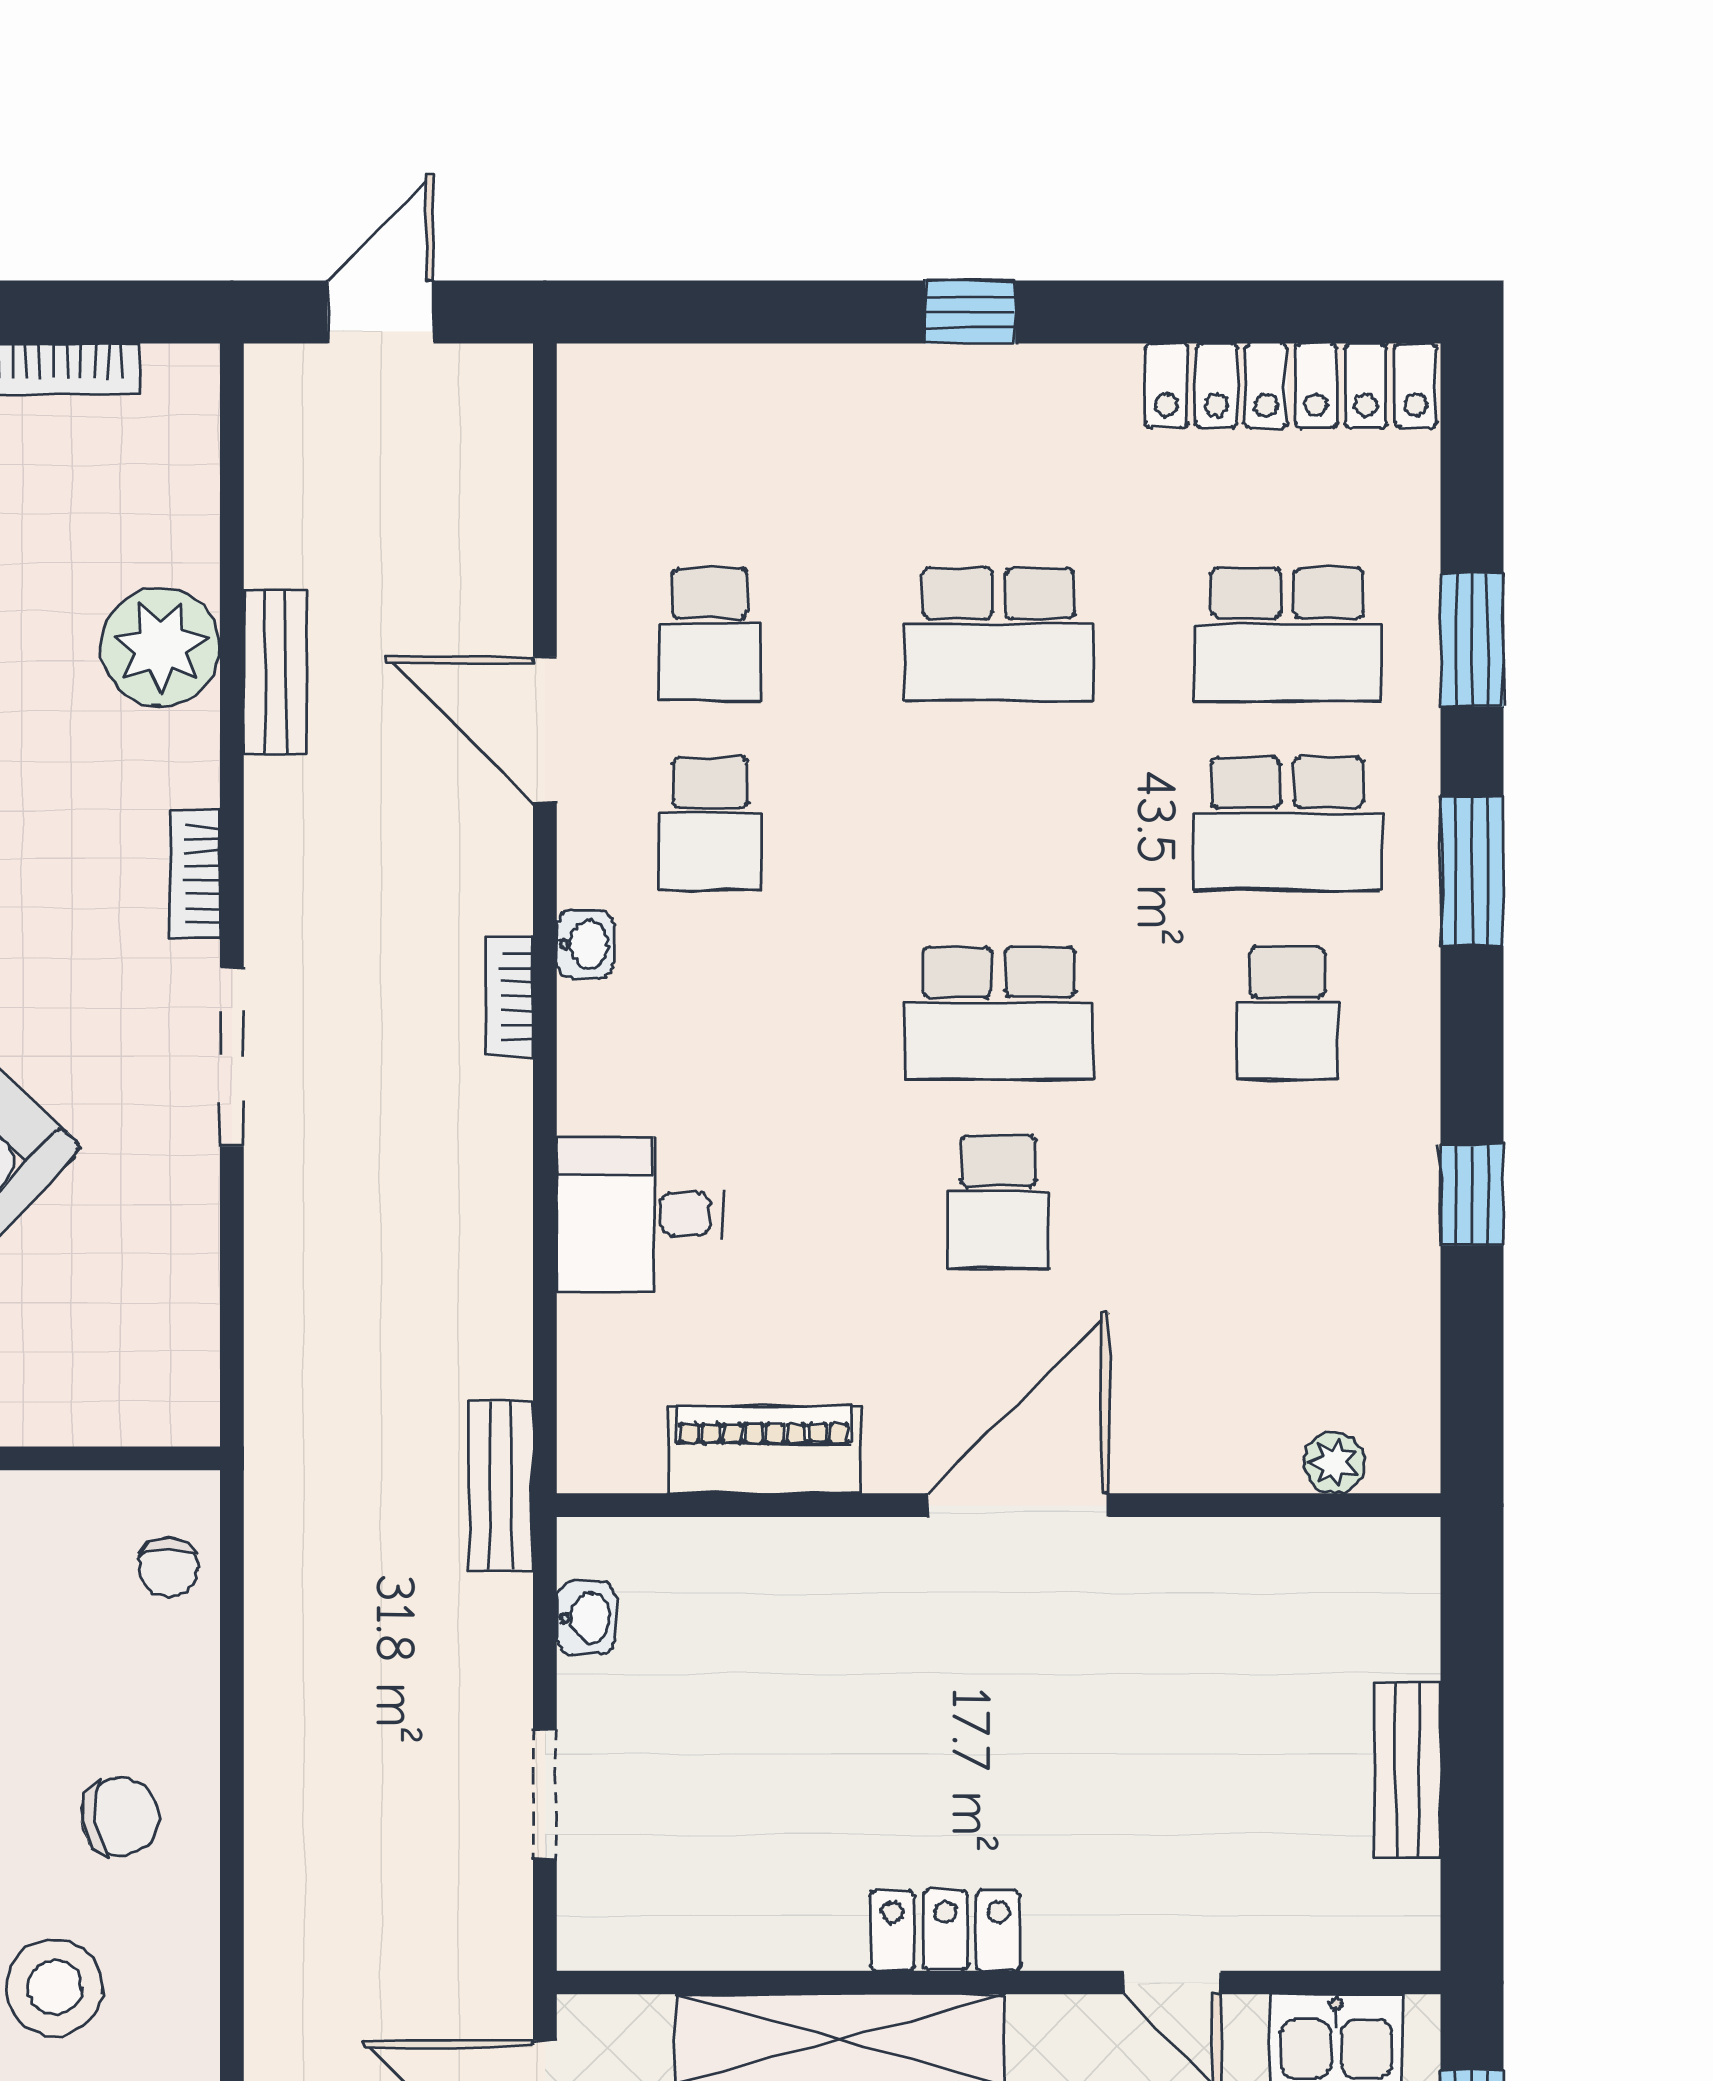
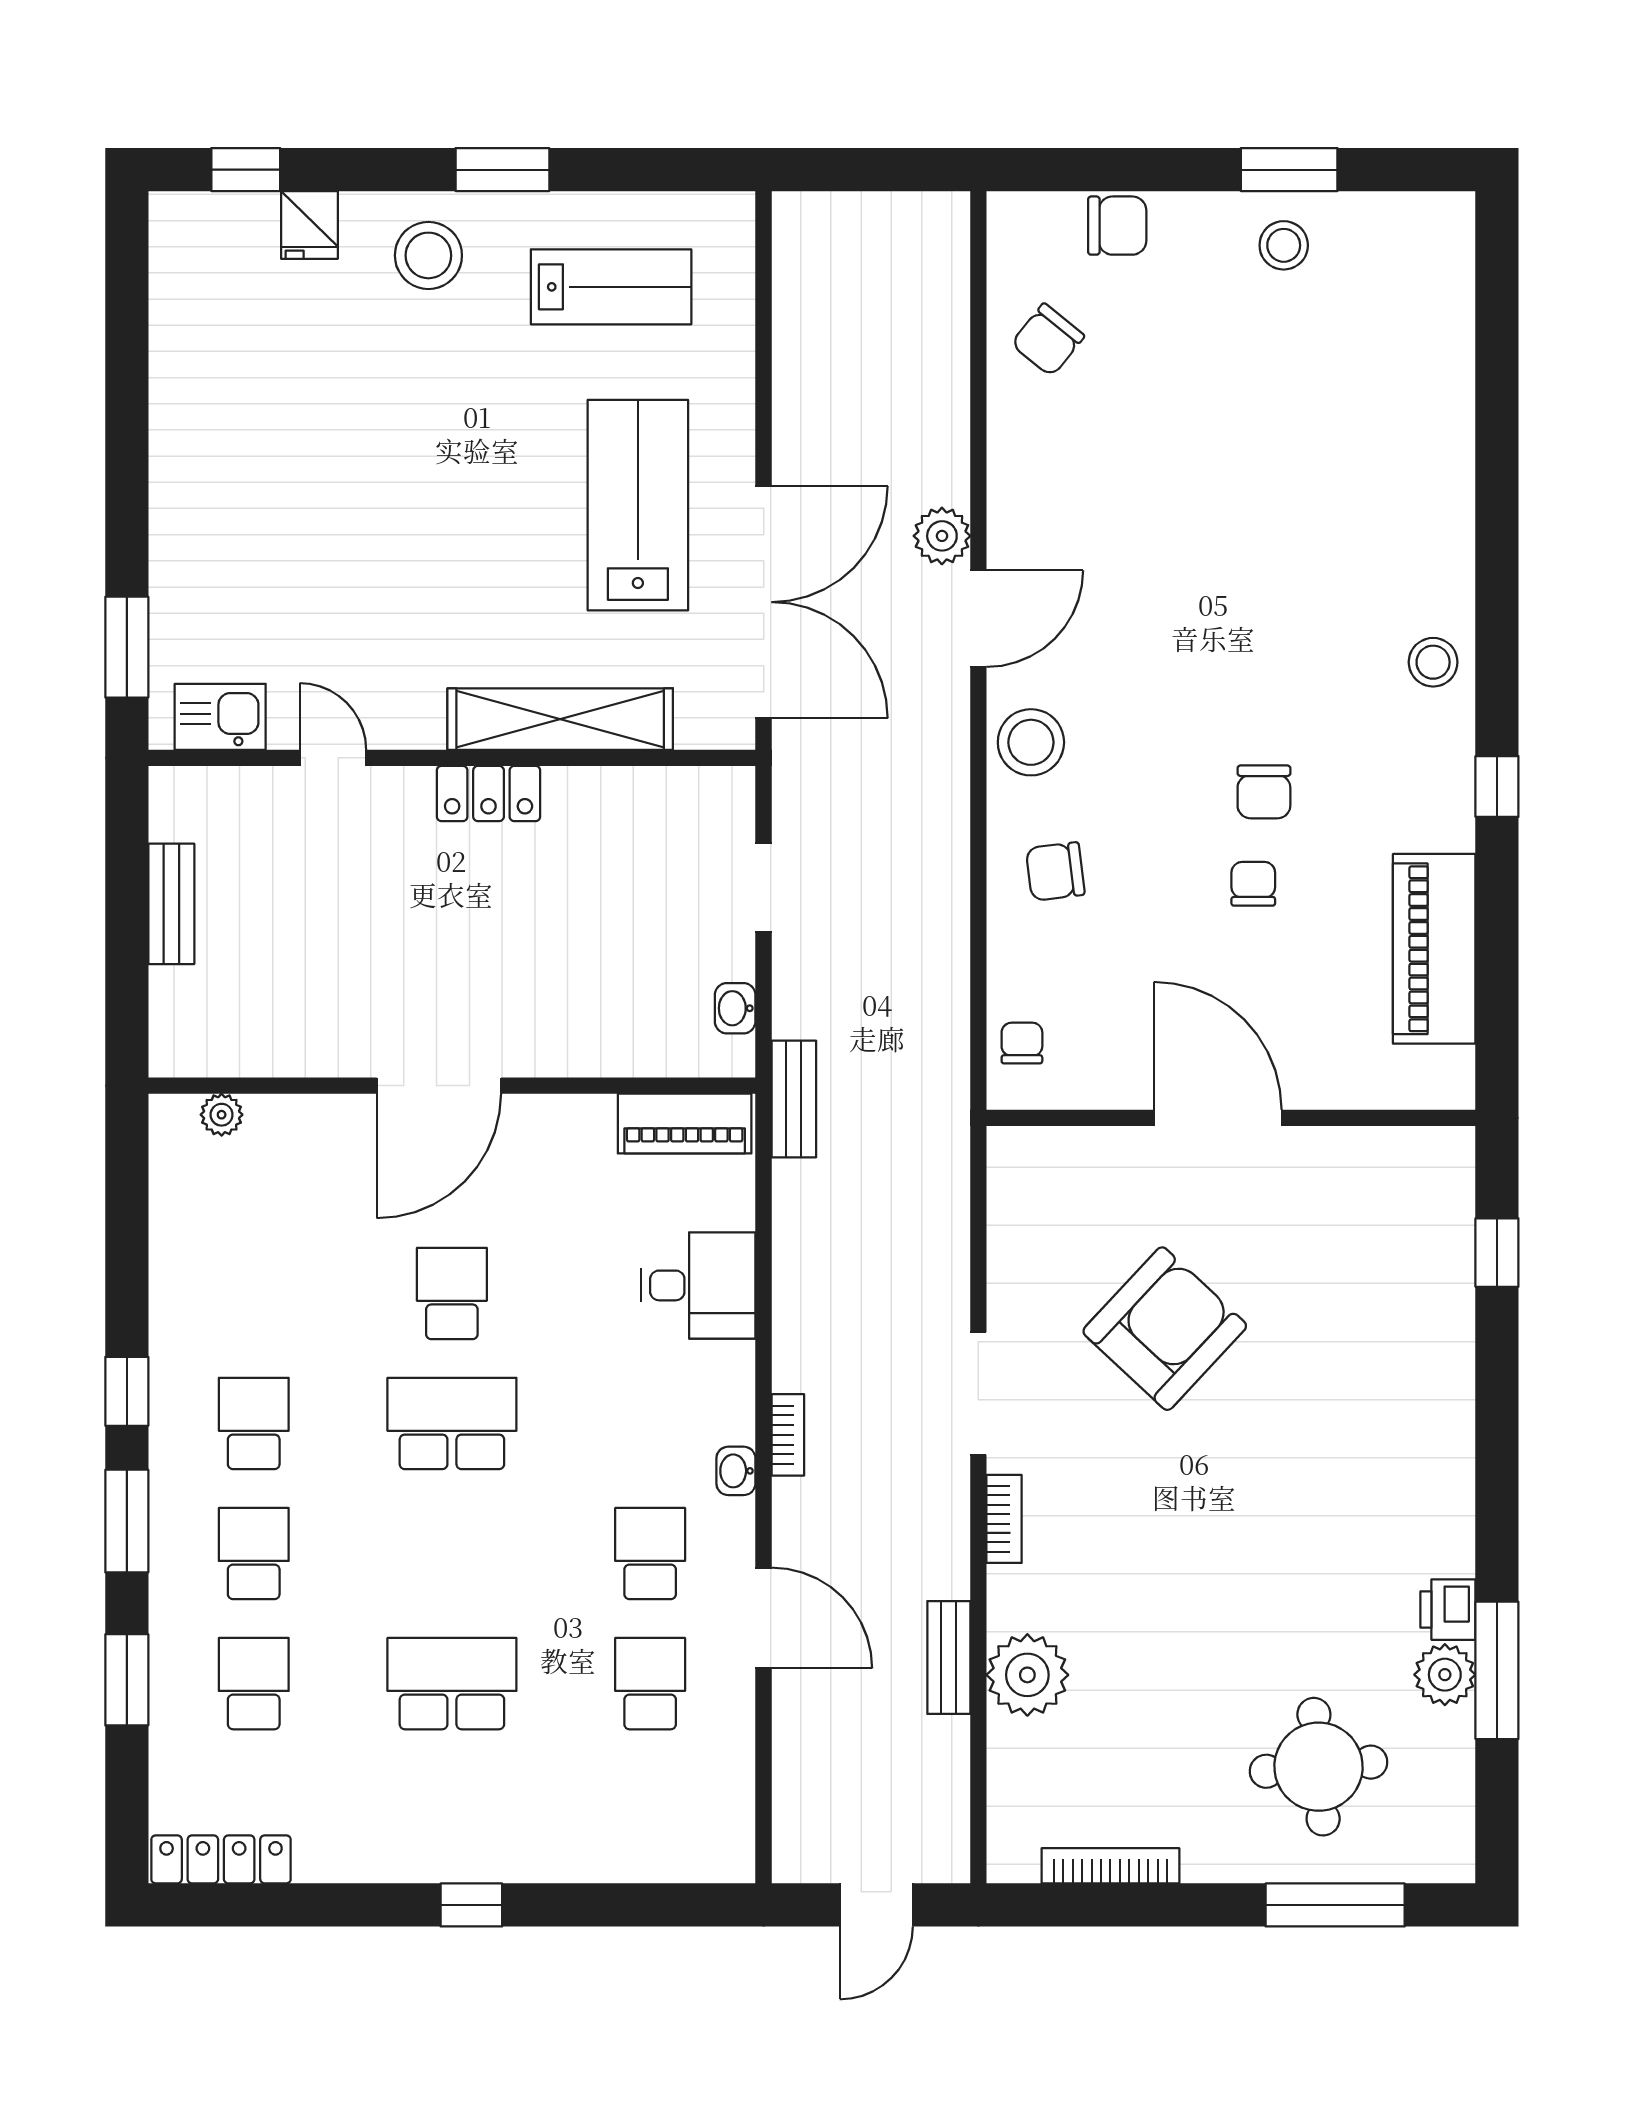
locker: (1291, 386) -> (221, 1859), width x0.71, depth x0.83
school desk: (1287, 634) -> (254, 1684), width x0.54
school desk: (1287, 824) -> (254, 1554), width x0.54
window: (1472, 1195) -> (127, 1391), moved
piano: (764, 1450) -> (685, 1124), moved
stool: (55, 1988) -> (1031, 742), moved

